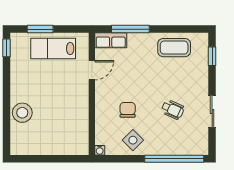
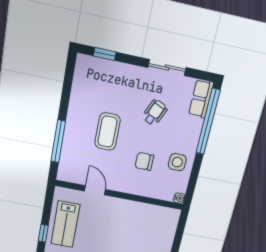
window: (40, 29) -> (43, 233), width x0.67
row of seats: (111, 40) -> (201, 99), moved, turned 180
coffee table: (174, 48) -> (108, 132), moved
side table: (133, 140) -> (177, 162), turned 45

